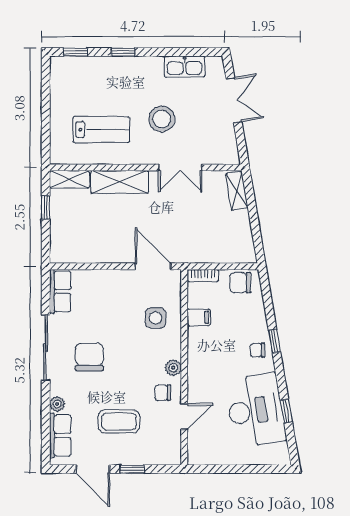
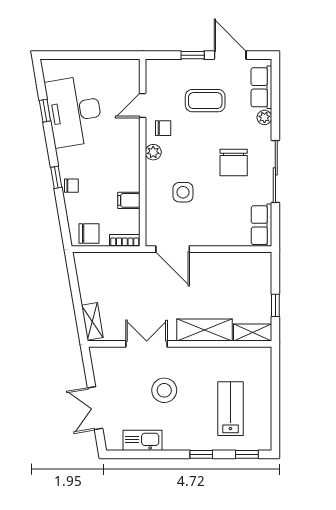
lab bench: (101, 130) -> (230, 409), moved, turned 90
side table: (156, 318) -> (183, 192), moved
chair: (257, 350) -> (71, 186), moved

